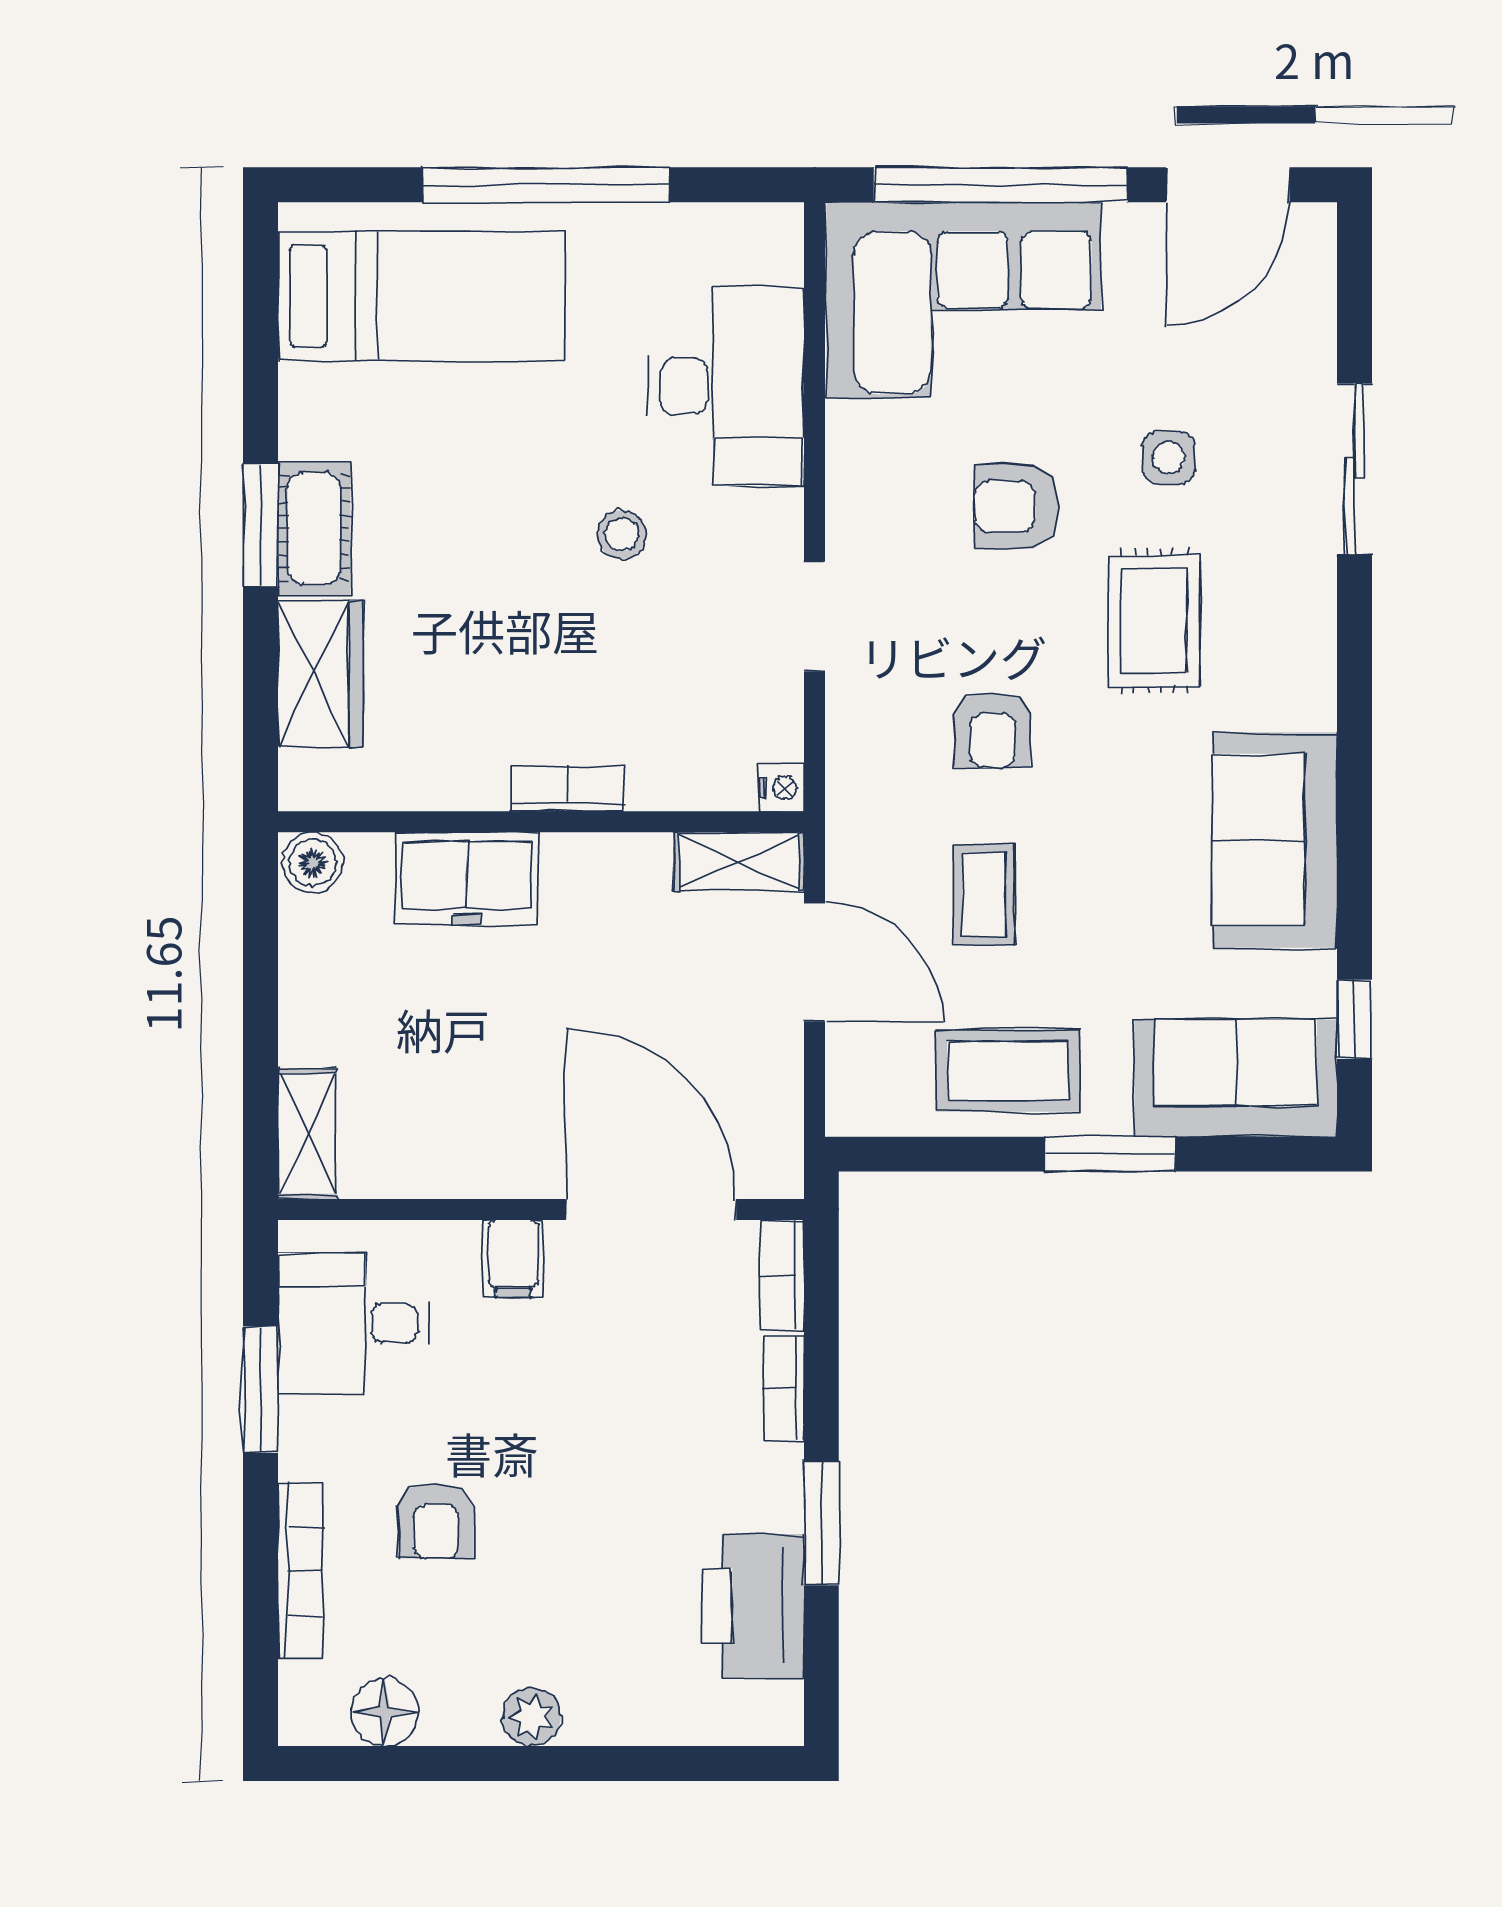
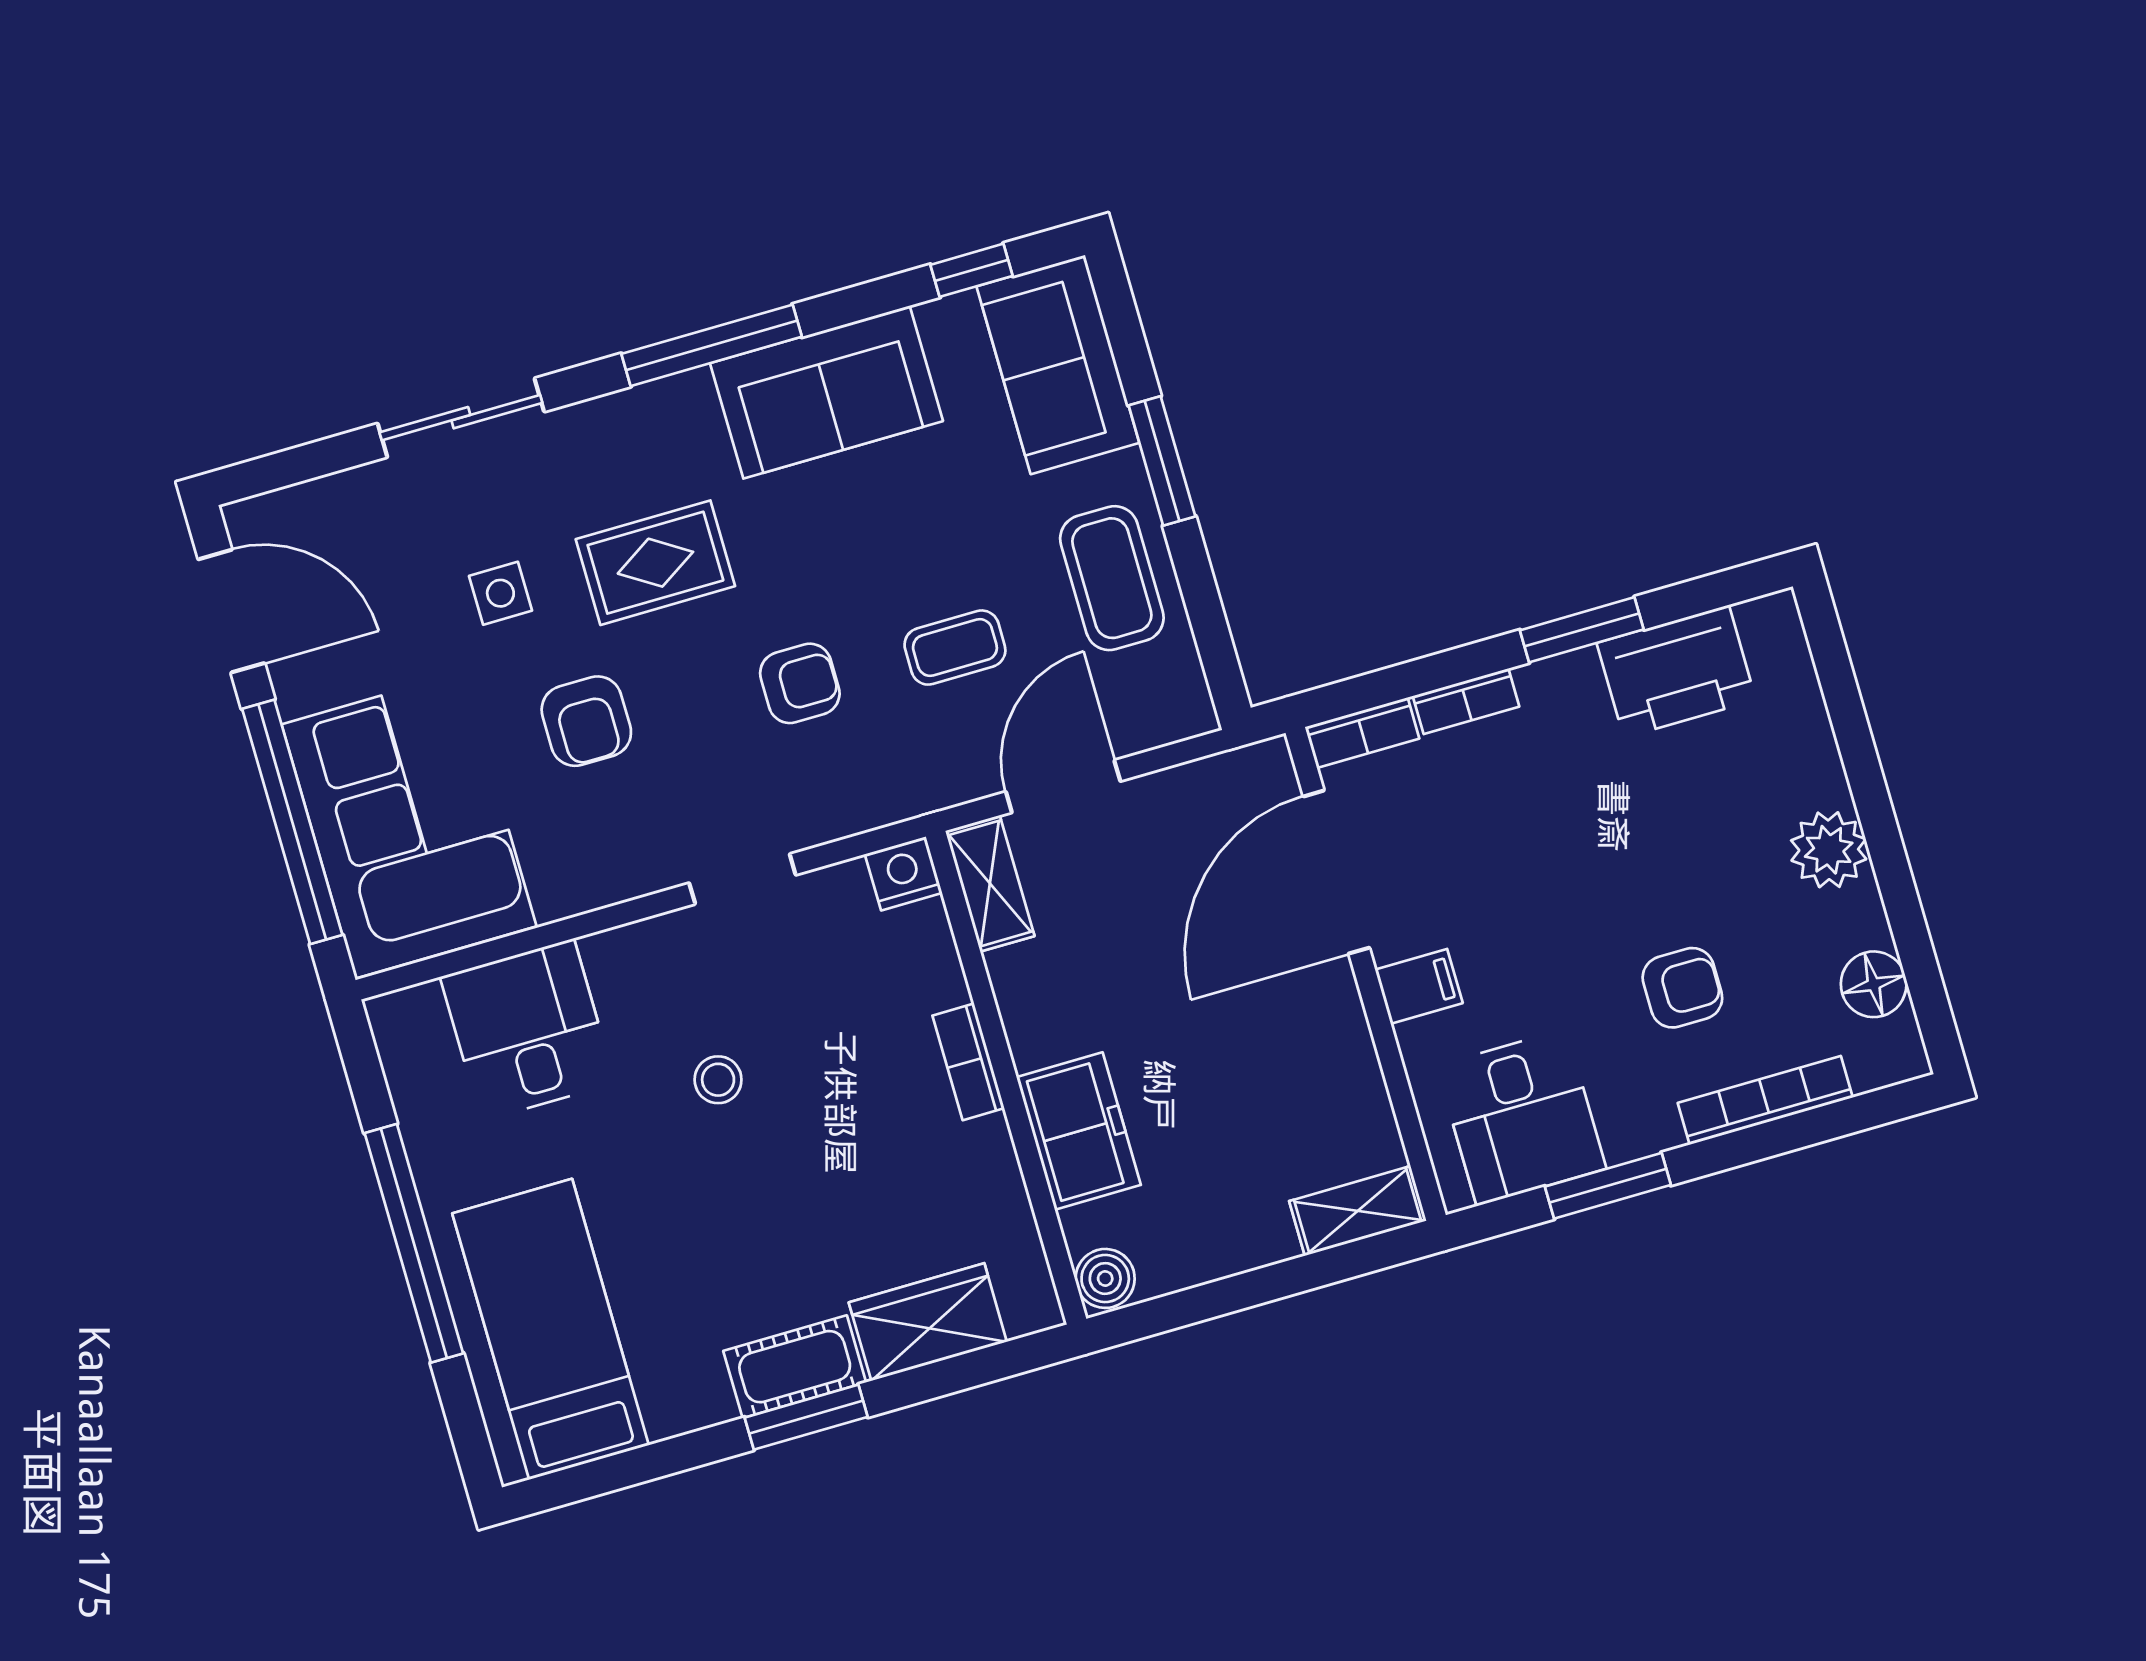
desk: (726, 386) -> (528, 1030), width x0.73
window: (1355, 739) -> (712, 345), added
nightstand: (782, 788) -> (904, 873), width x1.39, depth x1.35
plant: (531, 1717) -> (1829, 850), width x1.38, depth x1.38

